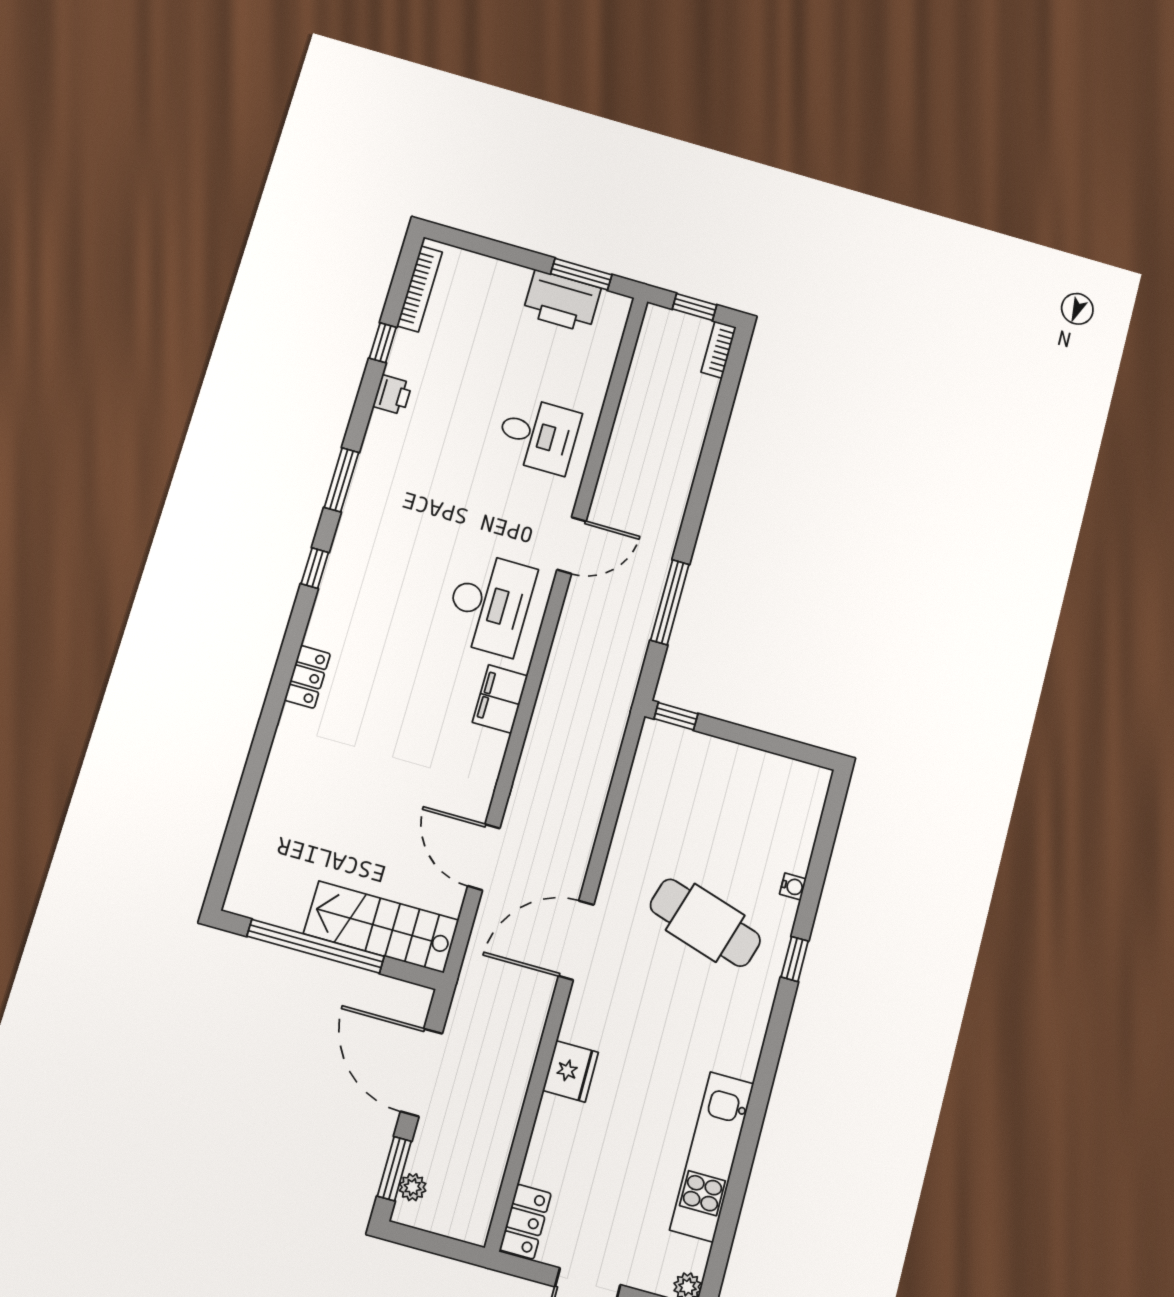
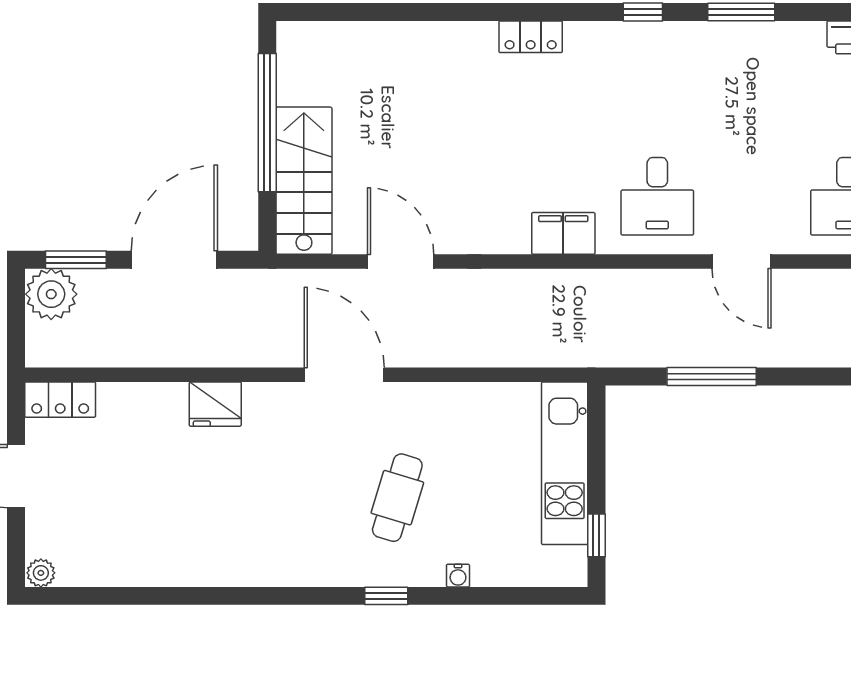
desk: (490, 604) -> (657, 196), width x0.73
window: (676, 716) -> (596, 535), moved
door: (484, 857) -> (401, 261), hinge flipped
cafe table: (705, 923) -> (397, 498), width x0.73, depth x0.74
kitchen unit: (712, 1157) -> (565, 463), moved, turned -90
plant: (413, 1187) -> (51, 294), width x1.87, depth x1.87

